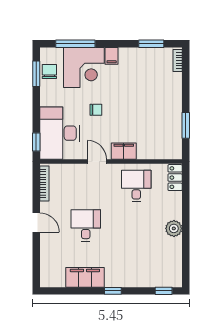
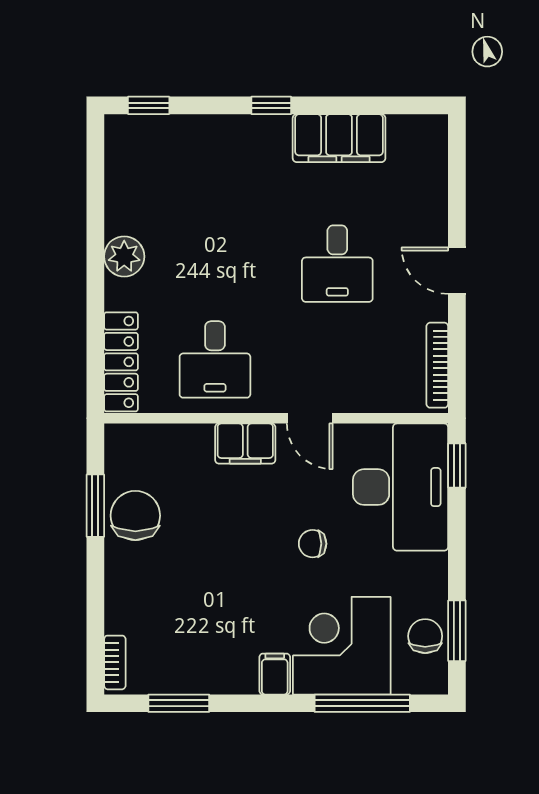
chair: (49, 71) -> (425, 636), turned 180
chair: (169, 121) -> (135, 516), added
locker: (175, 178) -> (121, 362), width x1.53

